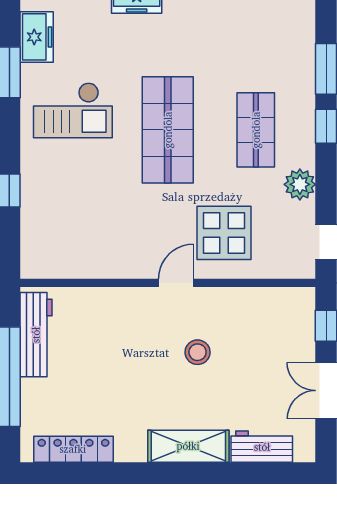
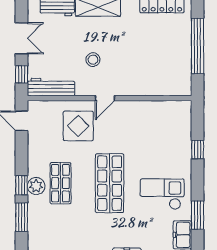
plant: (300, 184) -> (36, 186), moved
workbench: (36, 335) -> (51, 87), moved, turned 90

